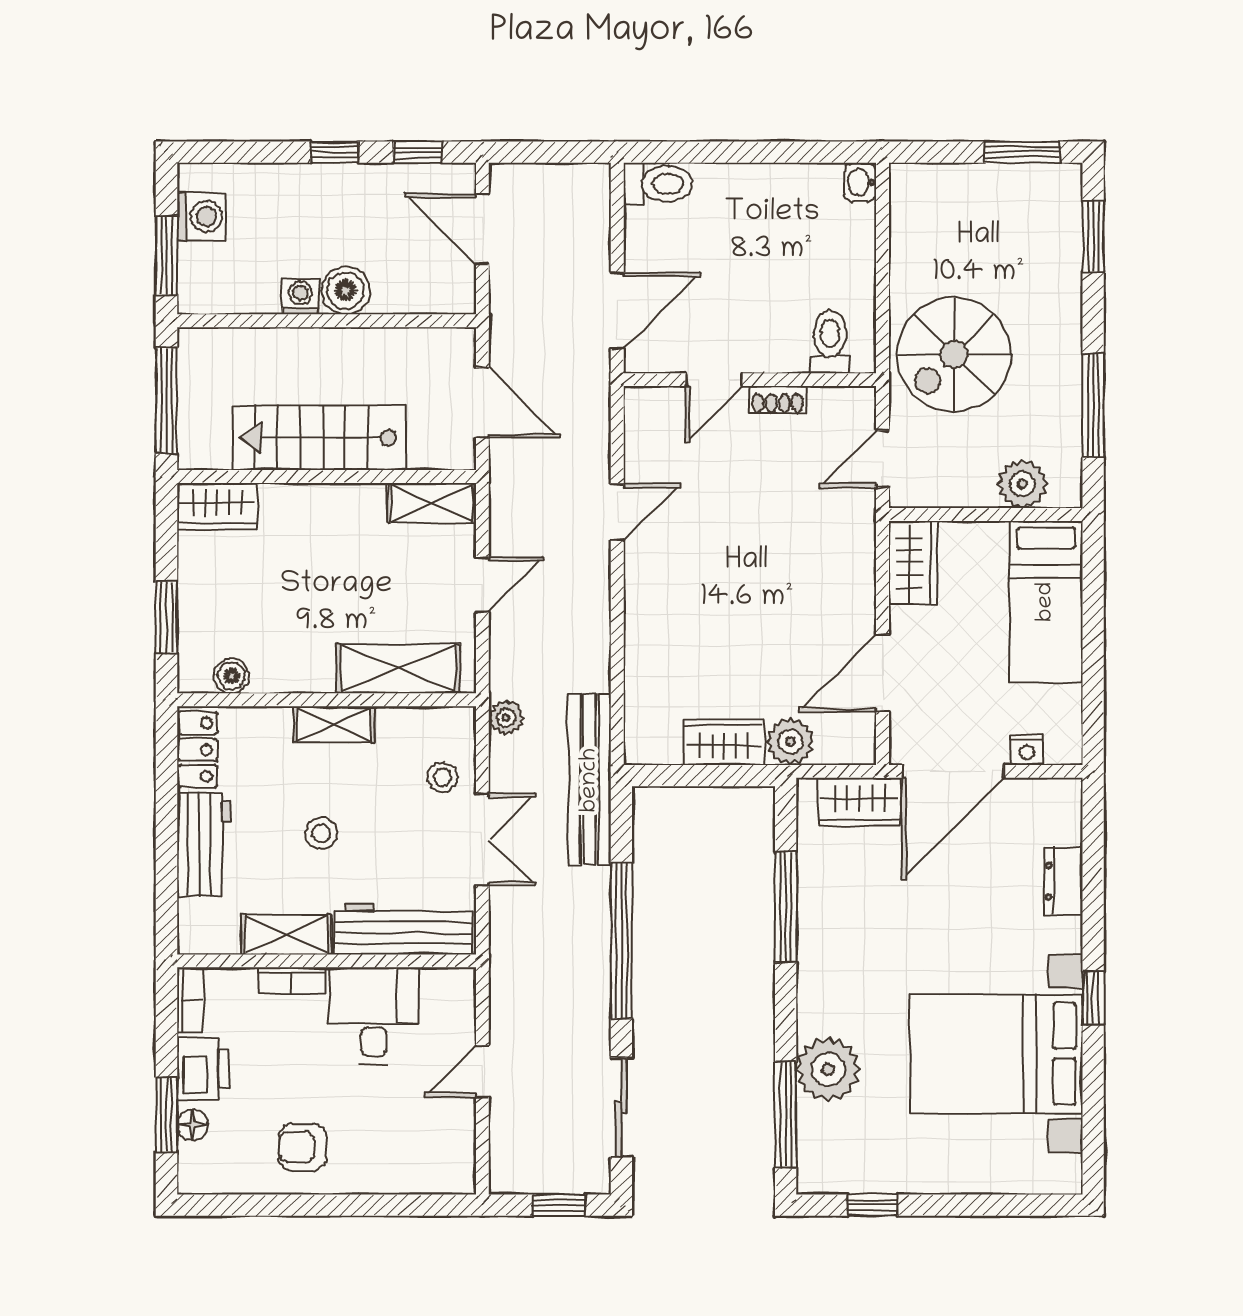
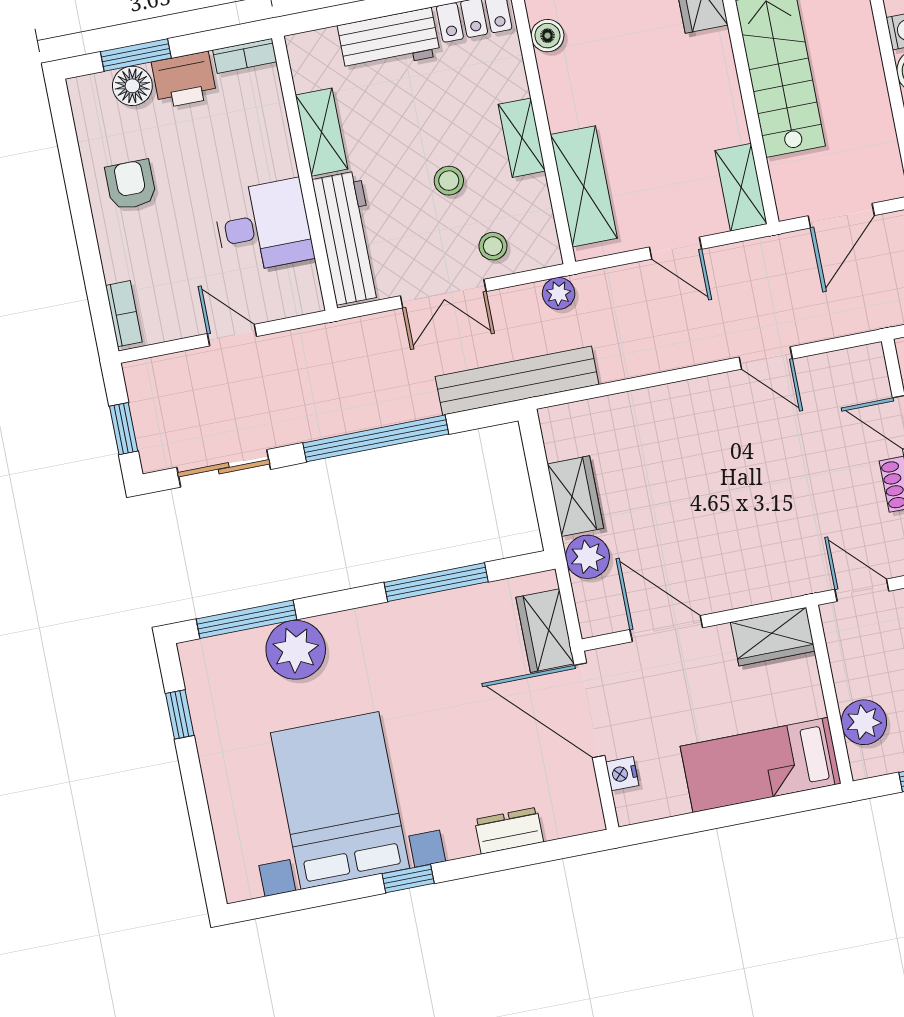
stool: (321, 833) -> (449, 181), moved
bookcase: (292, 981) -> (124, 314), moved, turned 180
floor lamp: (193, 1125) -> (132, 86), width x1.37, depth x1.37

